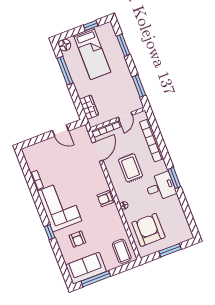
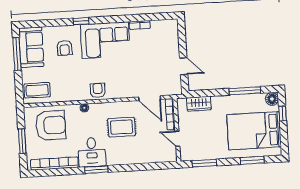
window: (91, 26) -> (283, 113), moved
bed: (92, 54) -> (254, 131), width x1.50
door: (60, 131) -> (184, 66), swing flipped
bookcase: (152, 140) -> (54, 164), moved
armchair: (77, 239) -> (65, 48), turned -92

